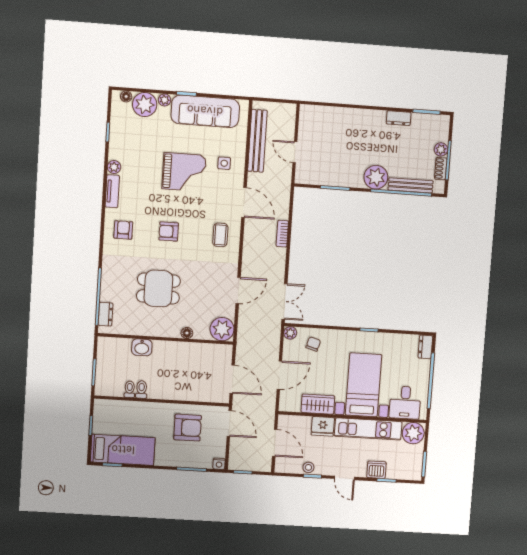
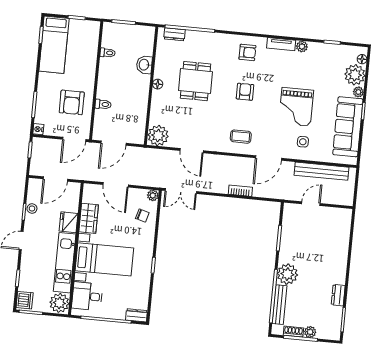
floor lamp: (187, 333) -> (158, 84), moved
toilet: (142, 389) -> (103, 104), moved
dishwasher: (376, 470) -> (25, 300), moved

